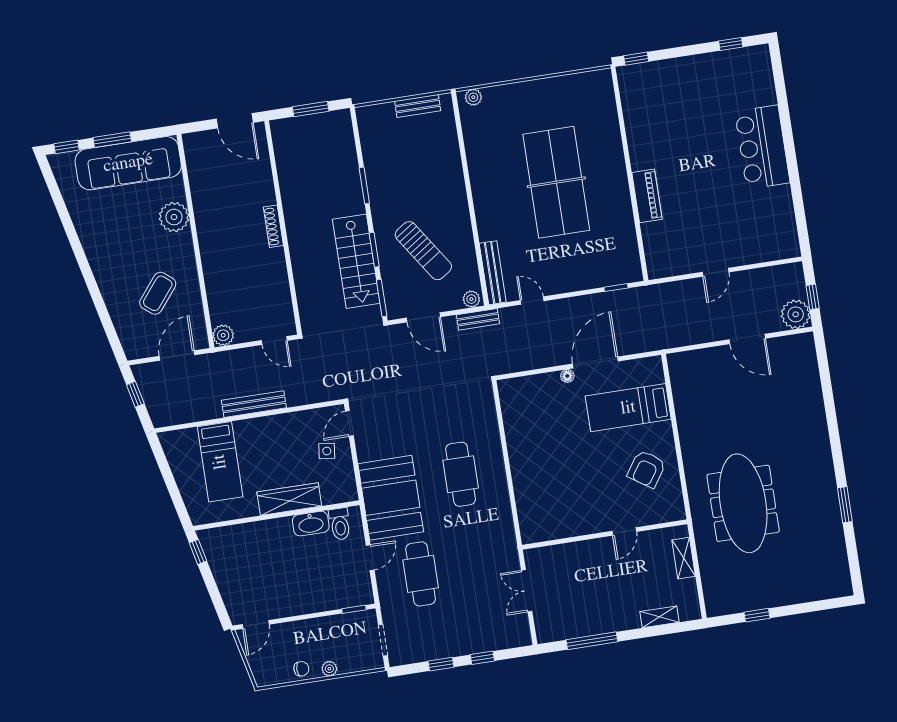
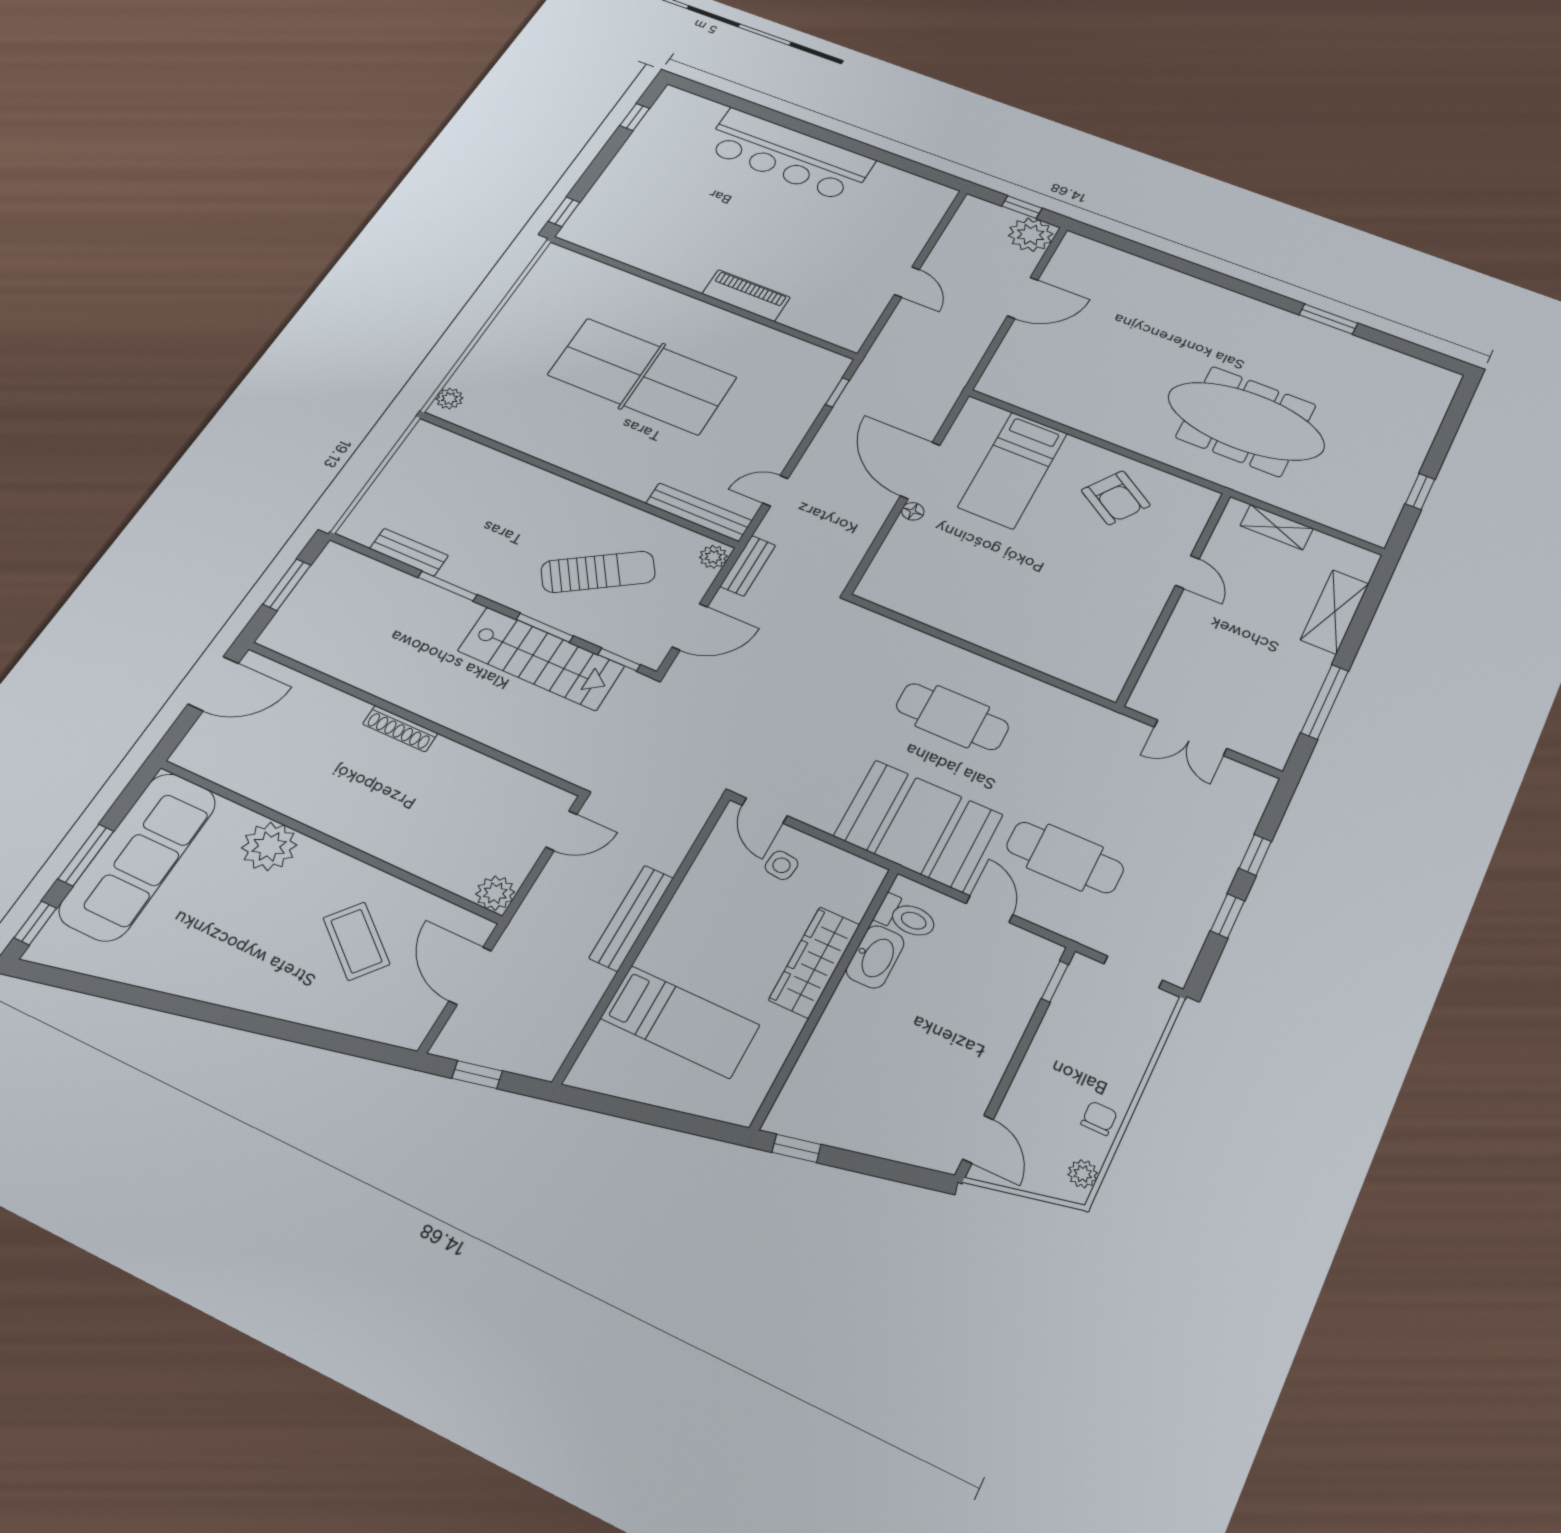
bench: (418, 106) -> (409, 552), moved, turned 90
bar counter: (762, 147) -> (789, 155), width x1.36
window: (382, 298) -> (619, 660), width x0.67
shelving: (659, 617) -> (1335, 612), width x1.50, depth x1.33
plant: (329, 669) -> (1083, 1174), moved

